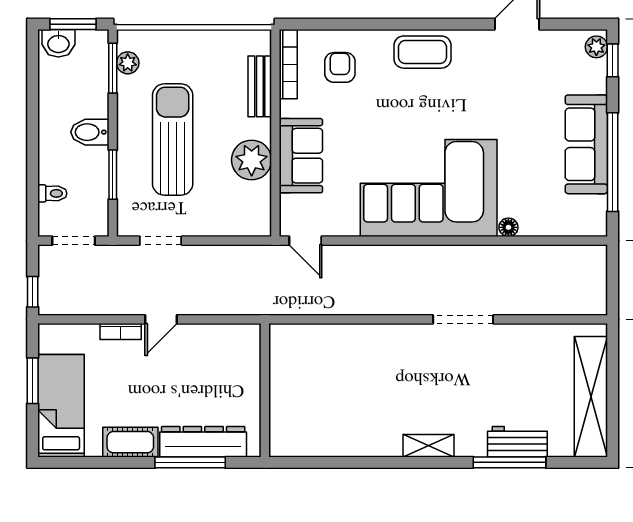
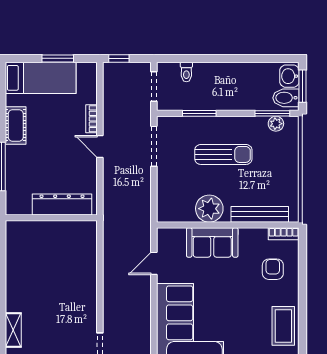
bookcase: (288, 64) -> (284, 234), width x0.64
armchair: (340, 67) -> (273, 269), turned -90
bench: (260, 86) -> (260, 214), width x1.36
bidet: (90, 132) -> (286, 98), moved, turned -90
sun lounger: (173, 139) -> (223, 154), width x0.73, depth x0.75
doorway: (161, 241) -> (154, 146), width x1.38
door: (305, 241) -> (154, 263), moved
dresser: (203, 442) -> (62, 204), moved, turned -90

